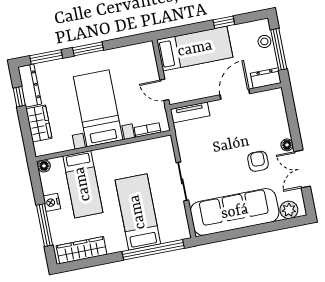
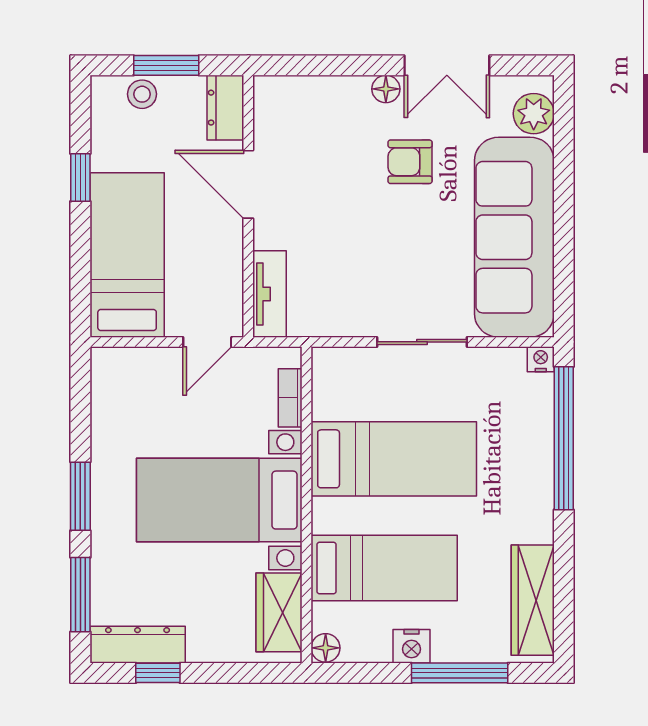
window: (279, 49) -> (166, 65), width x0.69
wardrobe: (39, 124) -> (279, 612), moved, turned -90
bed: (138, 212) -> (394, 459), moved, turned 180
nightstand: (185, 233) -> (541, 359), added

